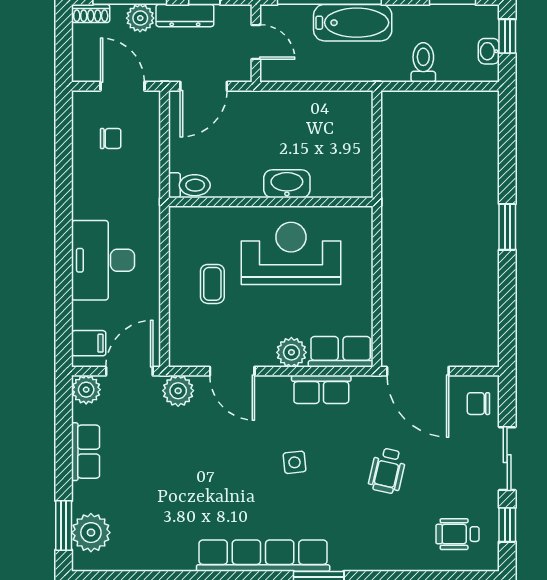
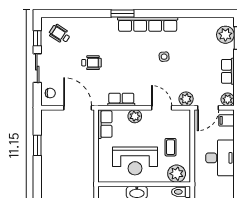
plant: (199, 225) -> (177, 174), added
window: (507, 227) -> (37, 145), moved
row of seats: (341, 352) -> (105, 124), moved, turned -90
side table: (295, 462) -> (164, 57), moved
wheelchair: (387, 471) -> (91, 63), turned 77
wheelchair: (457, 534) -> (60, 34), turned -147

